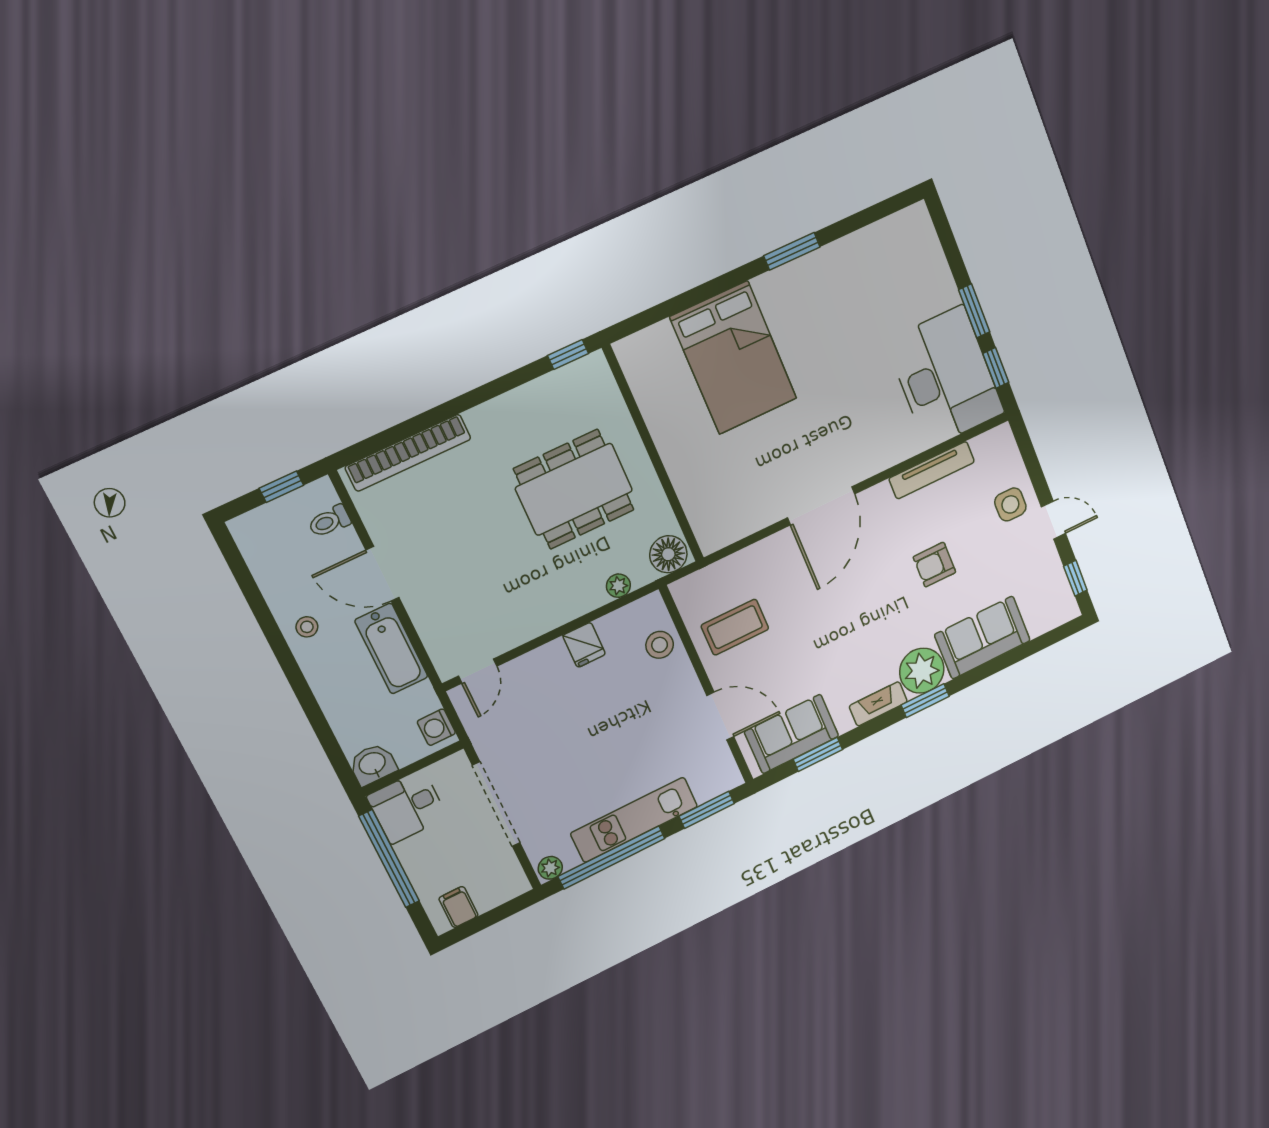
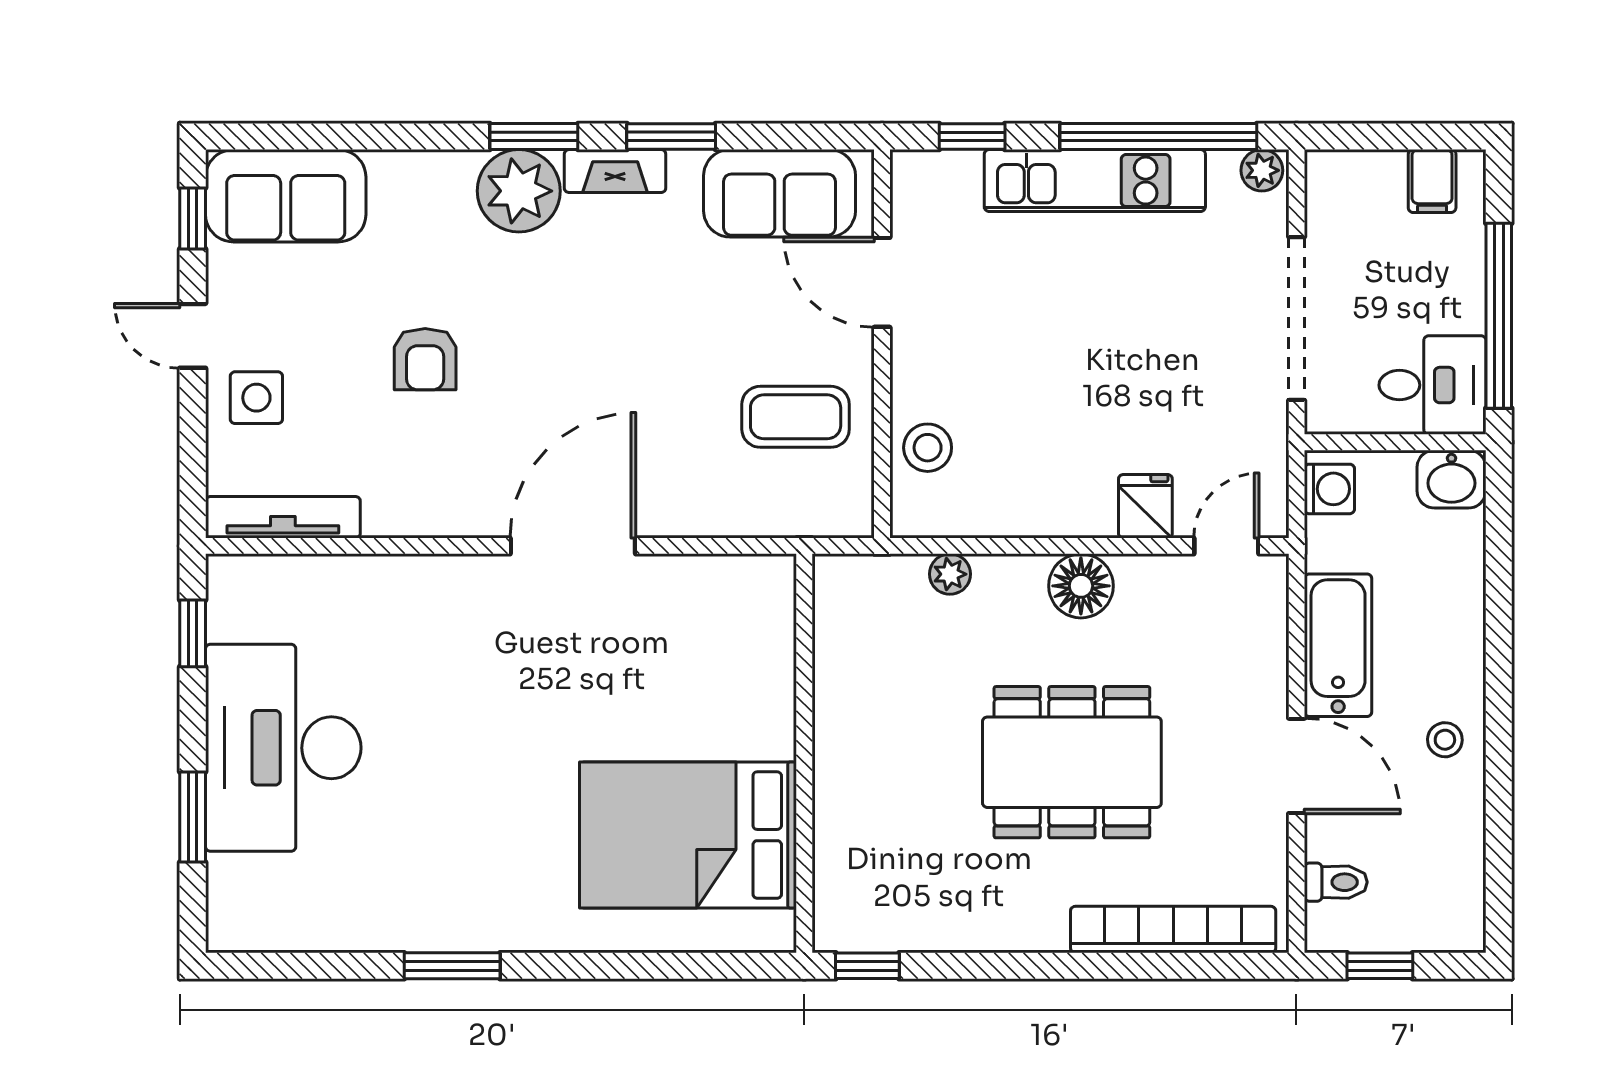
window: (974, 311) -> (193, 817), moved
bed: (734, 358) -> (688, 835), moved, turned -90
desk: (945, 377) -> (283, 748), moved
tv unit: (932, 470) -> (283, 517), moved
dining table: (574, 489) -> (1072, 762), moved
floor lamp: (668, 554) -> (1081, 586), moved
armchair: (934, 565) -> (425, 359), turned 90
sofa: (982, 638) -> (286, 196), moved
fridge: (584, 645) -> (1145, 506), moved
window: (818, 754) -> (671, 136), moved
window: (707, 810) -> (972, 136), width x0.67

